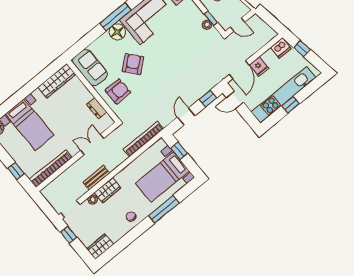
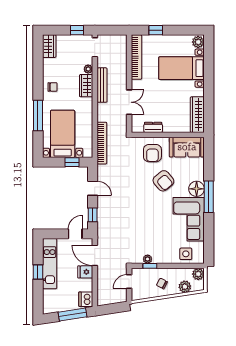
window: (302, 48) -> (73, 314), width x2.17
kitchen unit: (283, 95) -> (50, 264), width x0.73
bench: (96, 178) -> (102, 85), width x1.36

